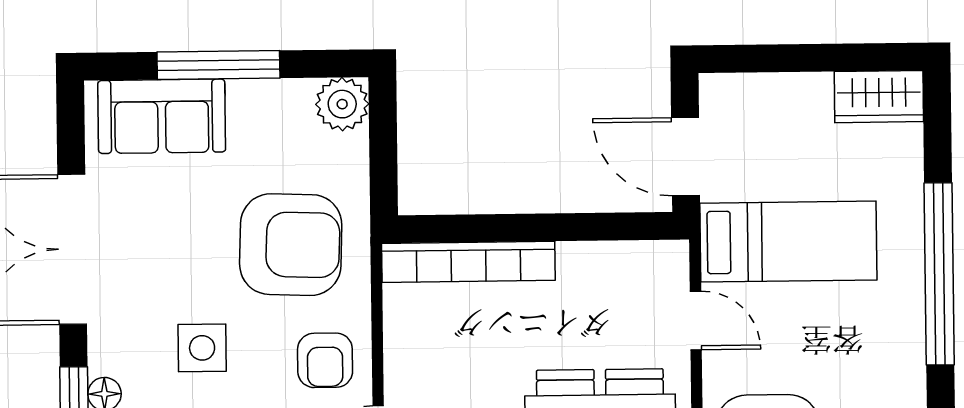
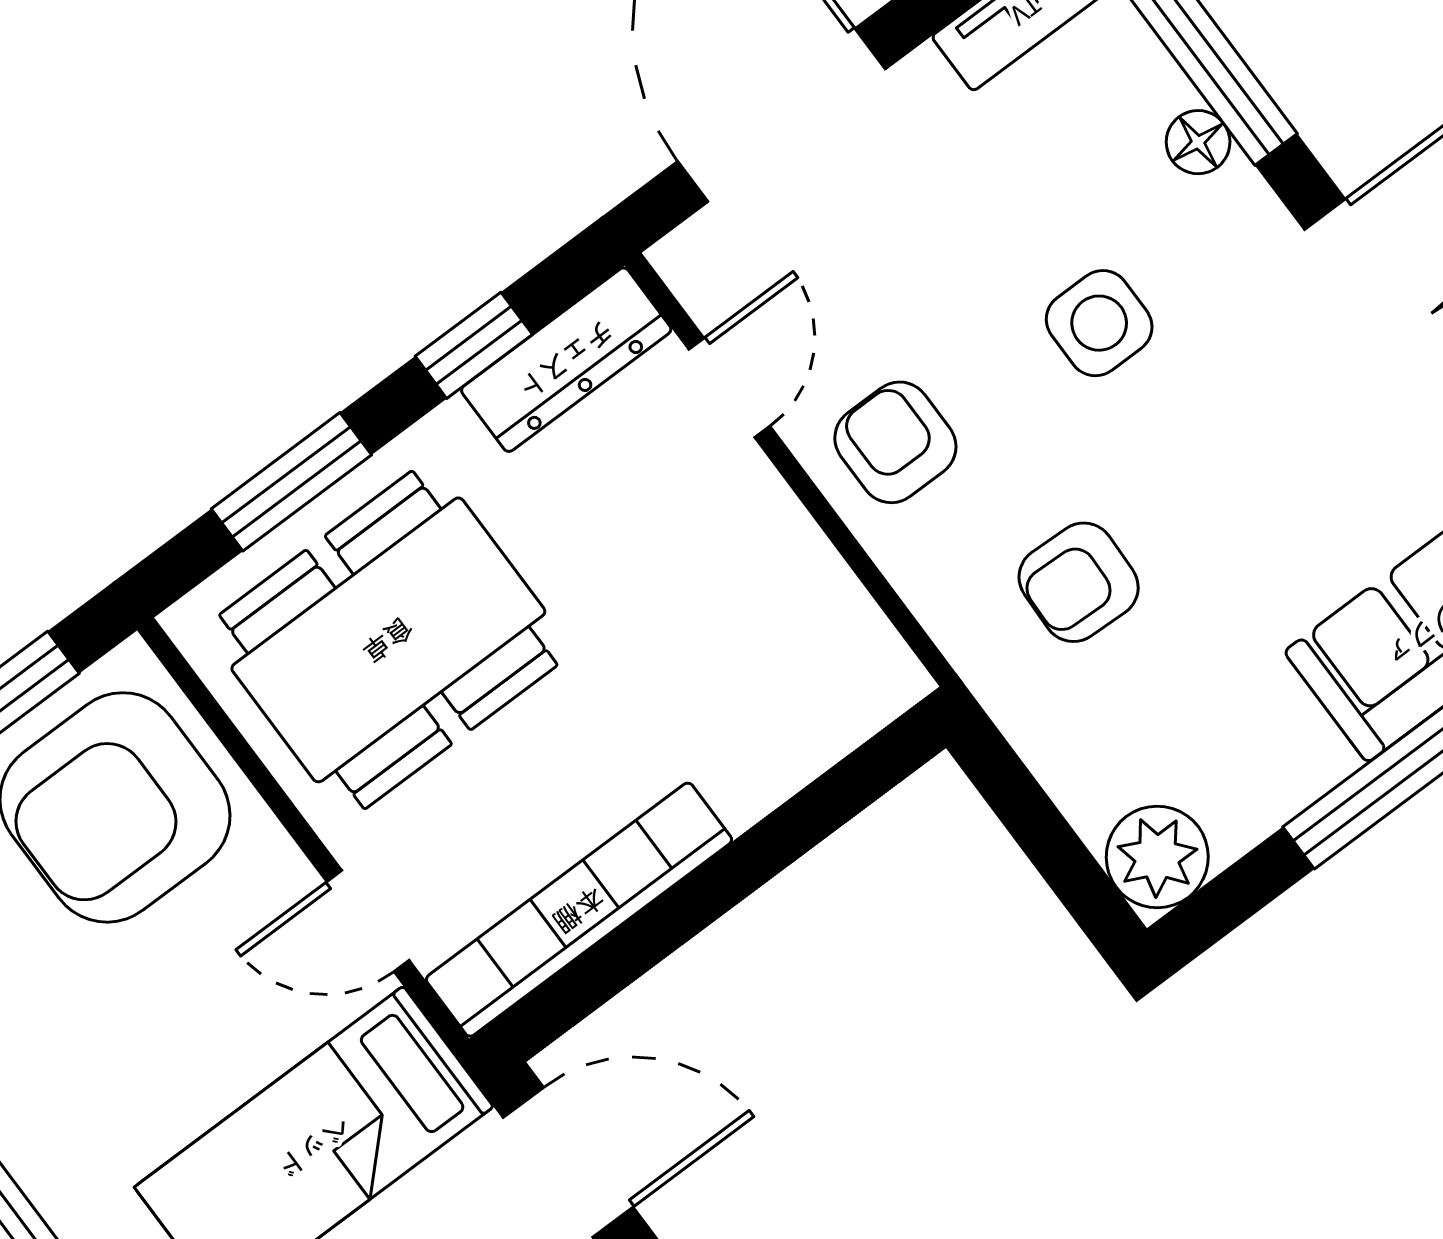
armchair: (291, 245) -> (1079, 582), width x0.53, depth x0.53
bookcase: (468, 262) -> (579, 910), moved

